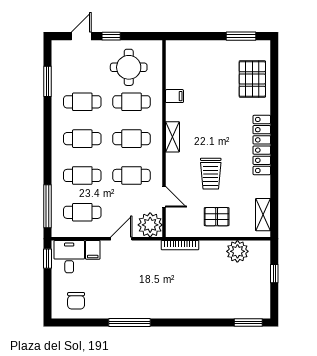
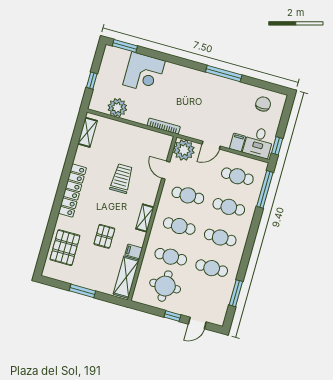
window: (241, 36) -> (82, 291), moved
shelving: (175, 65) -> (126, 277), added
pallet: (217, 217) -> (104, 236), moved, turned 90
corner desk: (219, 299) -> (144, 73), added

